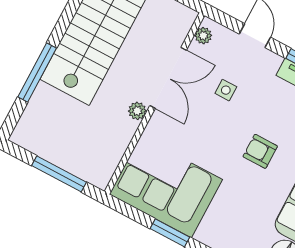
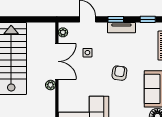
armchair: (260, 151) -> (119, 73), turned 98

